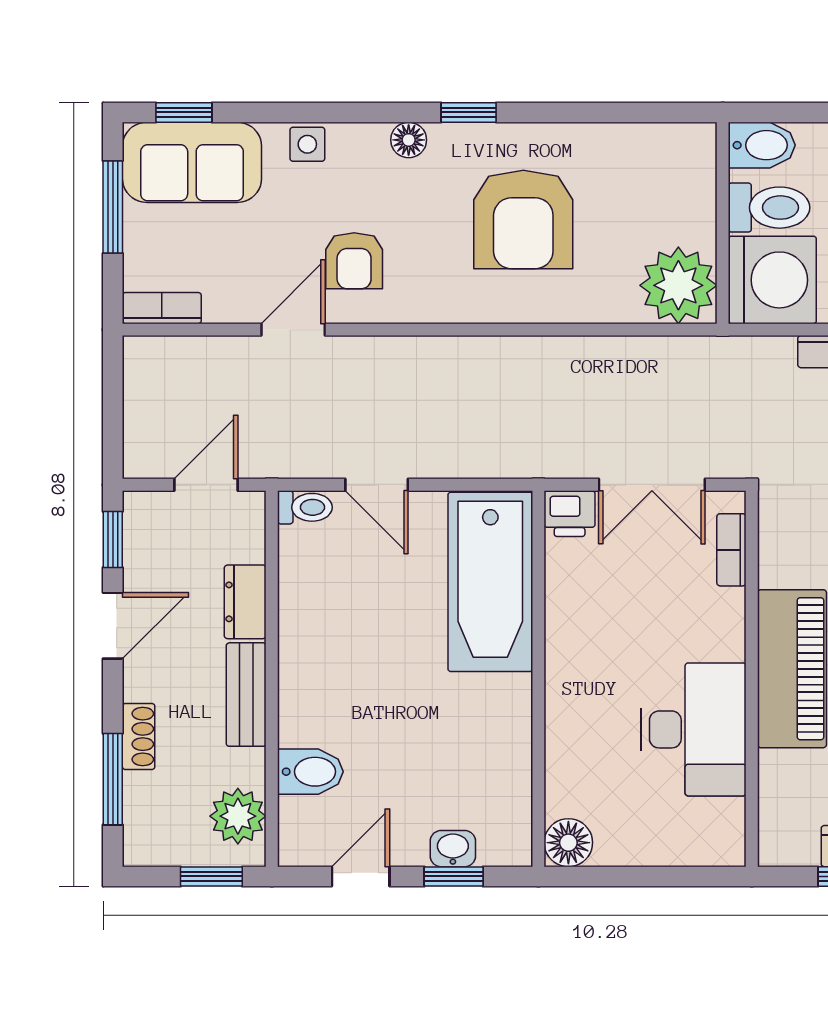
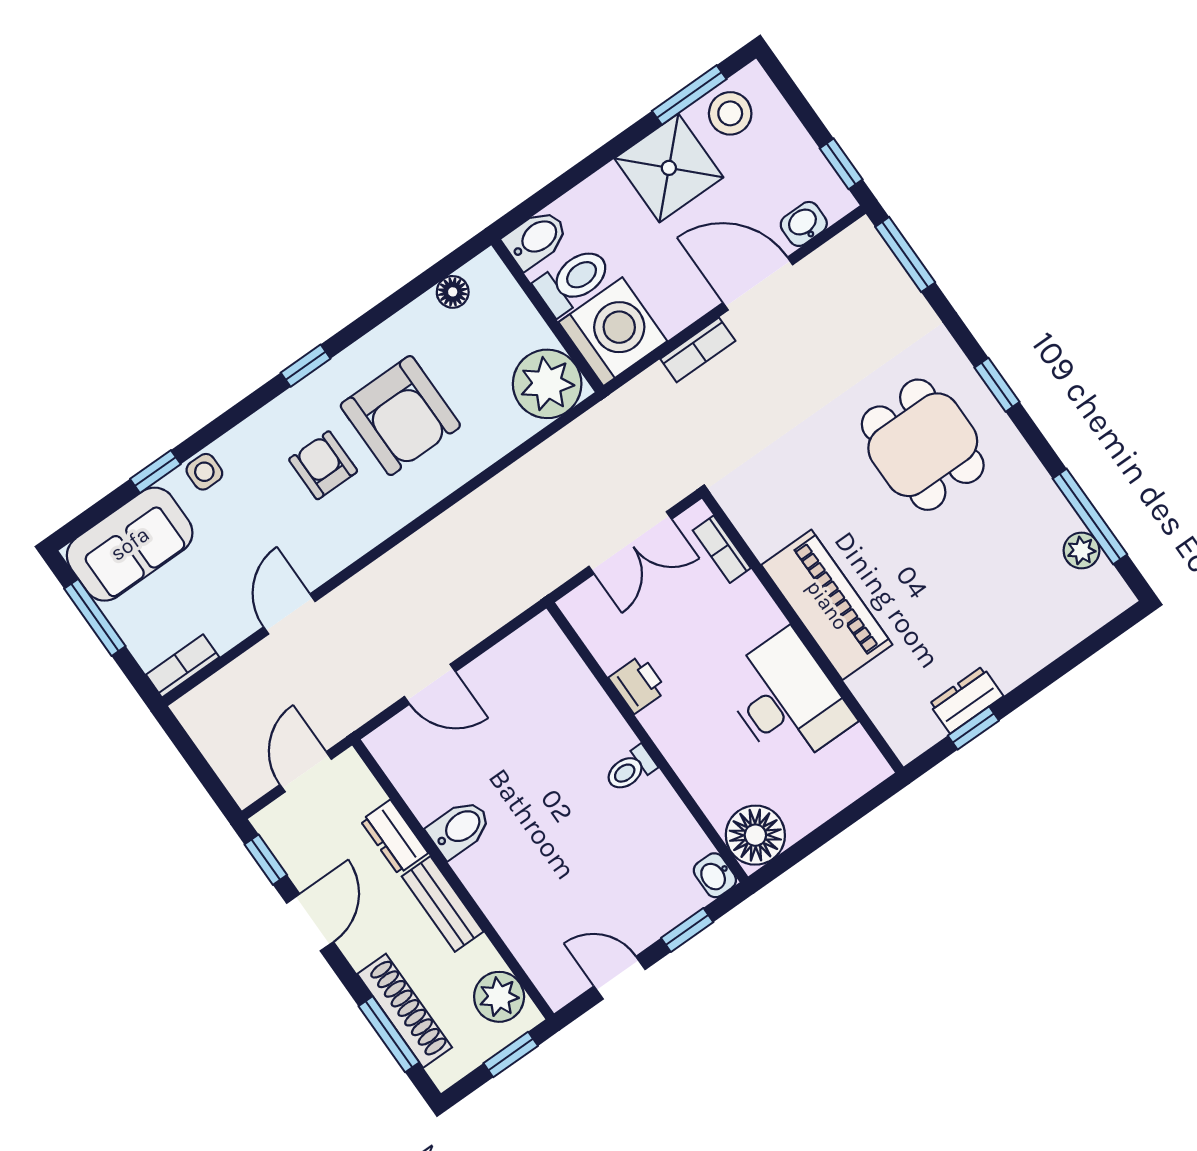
window: (184, 112) -> (155, 472), moved
floor lamp: (409, 140) -> (453, 292), moved
armchair: (354, 261) -> (323, 465), moved, turned 180
toilet: (305, 507) -> (630, 769), moved, turned 180
printer: (570, 514) -> (638, 684), moved, turned -90
bathtub: (490, 582) -> (563, 696), removed
shoe rack: (139, 737) -> (405, 1011), width x1.94, depth x1.24
bidet: (310, 772) -> (459, 828), moved
floor lamp: (568, 843) -> (755, 835), width x1.38, depth x1.38
washbasin: (453, 849) -> (715, 875), moved, turned -90
door: (361, 876) -> (619, 978), hinge flipped

